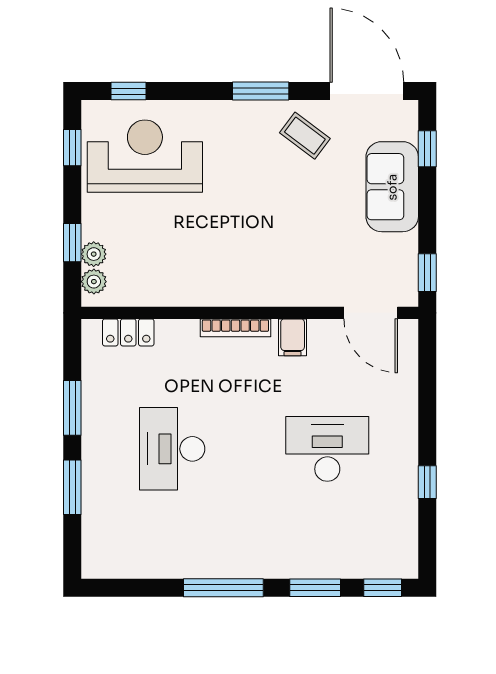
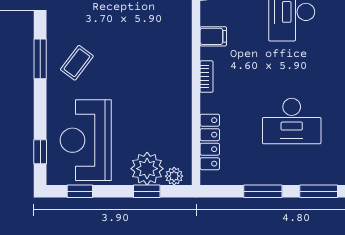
coffee table: (305, 136) -> (77, 63), moved
plant: (94, 254) -> (147, 169), width x1.87, depth x1.87
bookcase: (235, 328) -> (207, 77), width x0.64
locker: (128, 332) -> (210, 142), width x1.53

